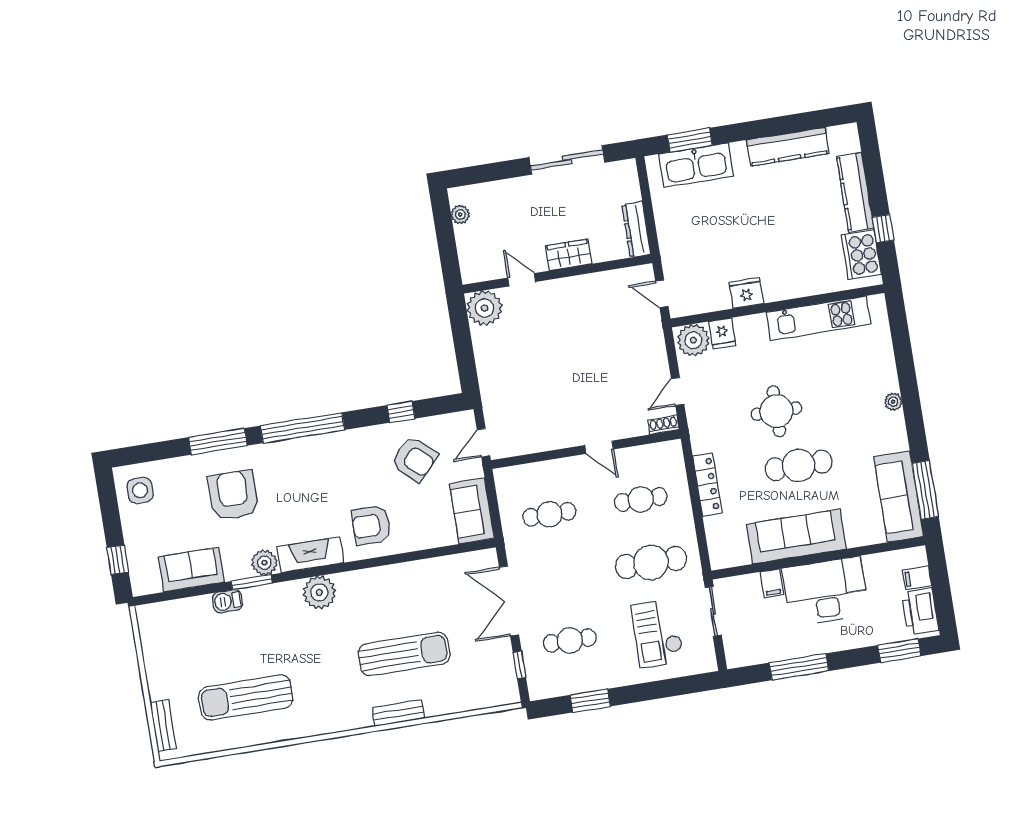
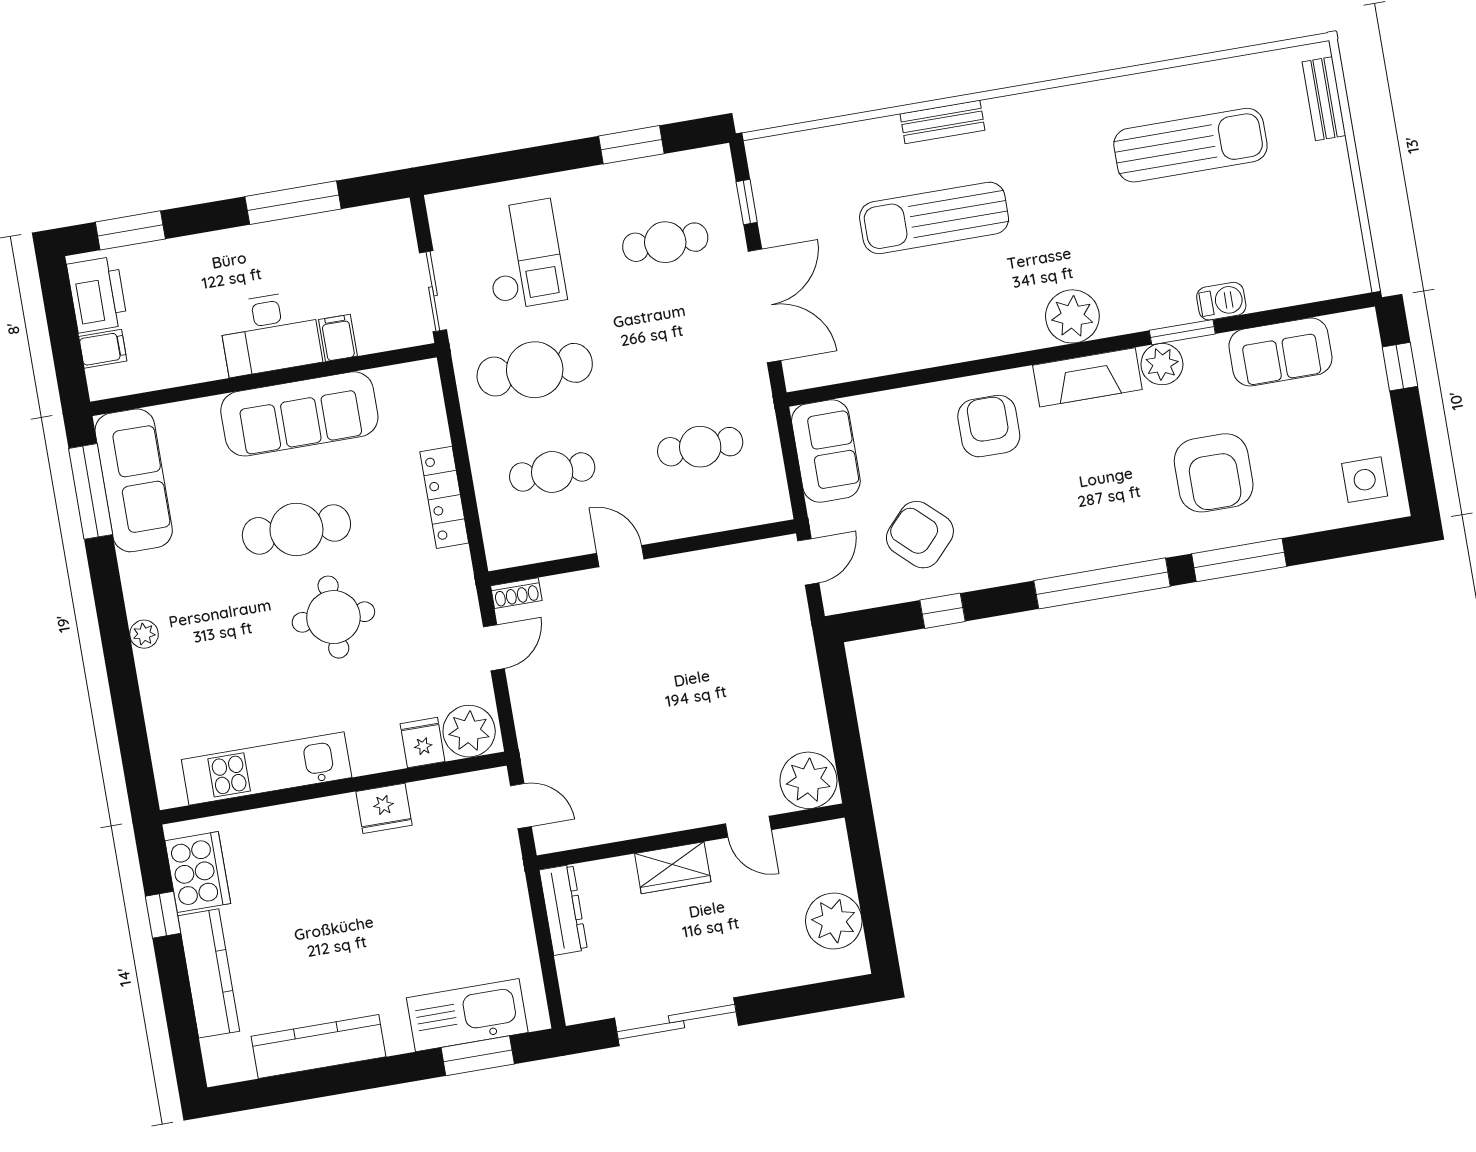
plant: (460, 215) -> (834, 921), width x1.87, depth x1.87
armchair: (371, 525) -> (989, 426), turned -90
desk: (826, 592) -> (270, 333), width x0.73, depth x0.77

